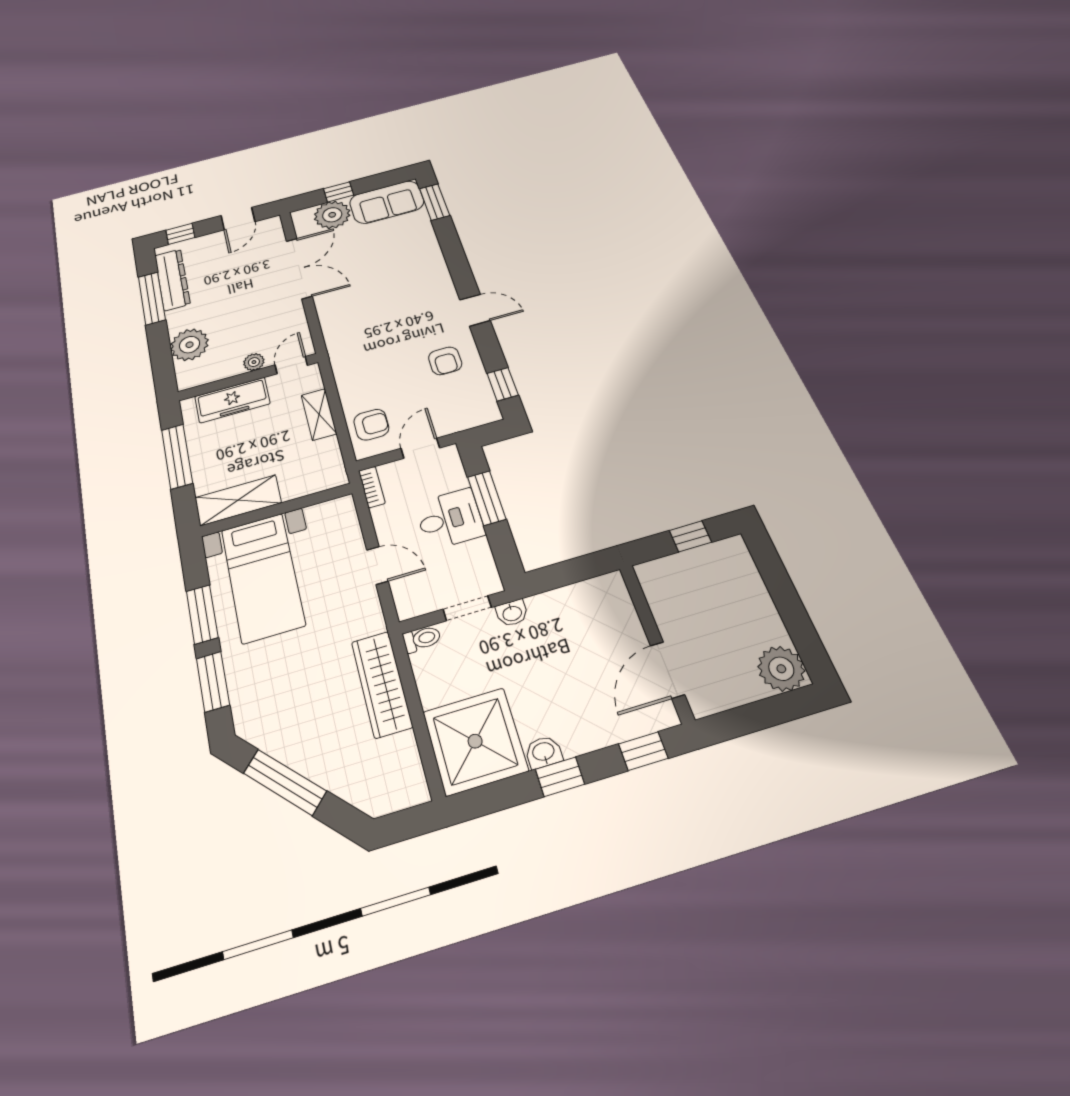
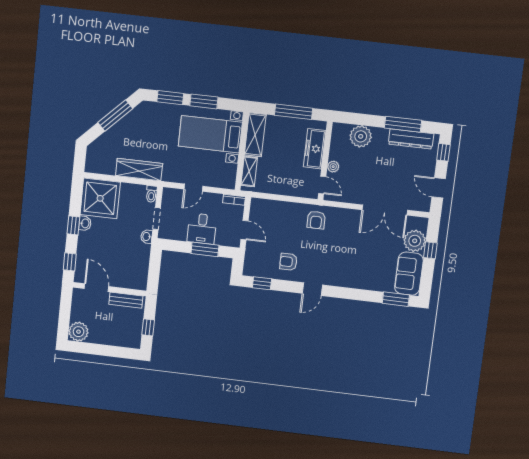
shelving: (319, 414) -> (249, 171), moved, turned 90
armchair: (371, 425) -> (316, 220), moved
bench: (661, 600) -> (126, 300), added

